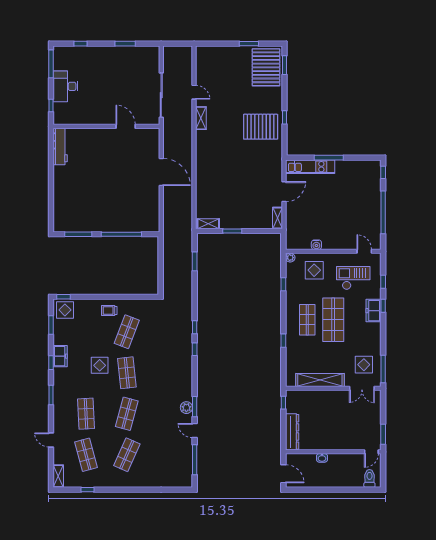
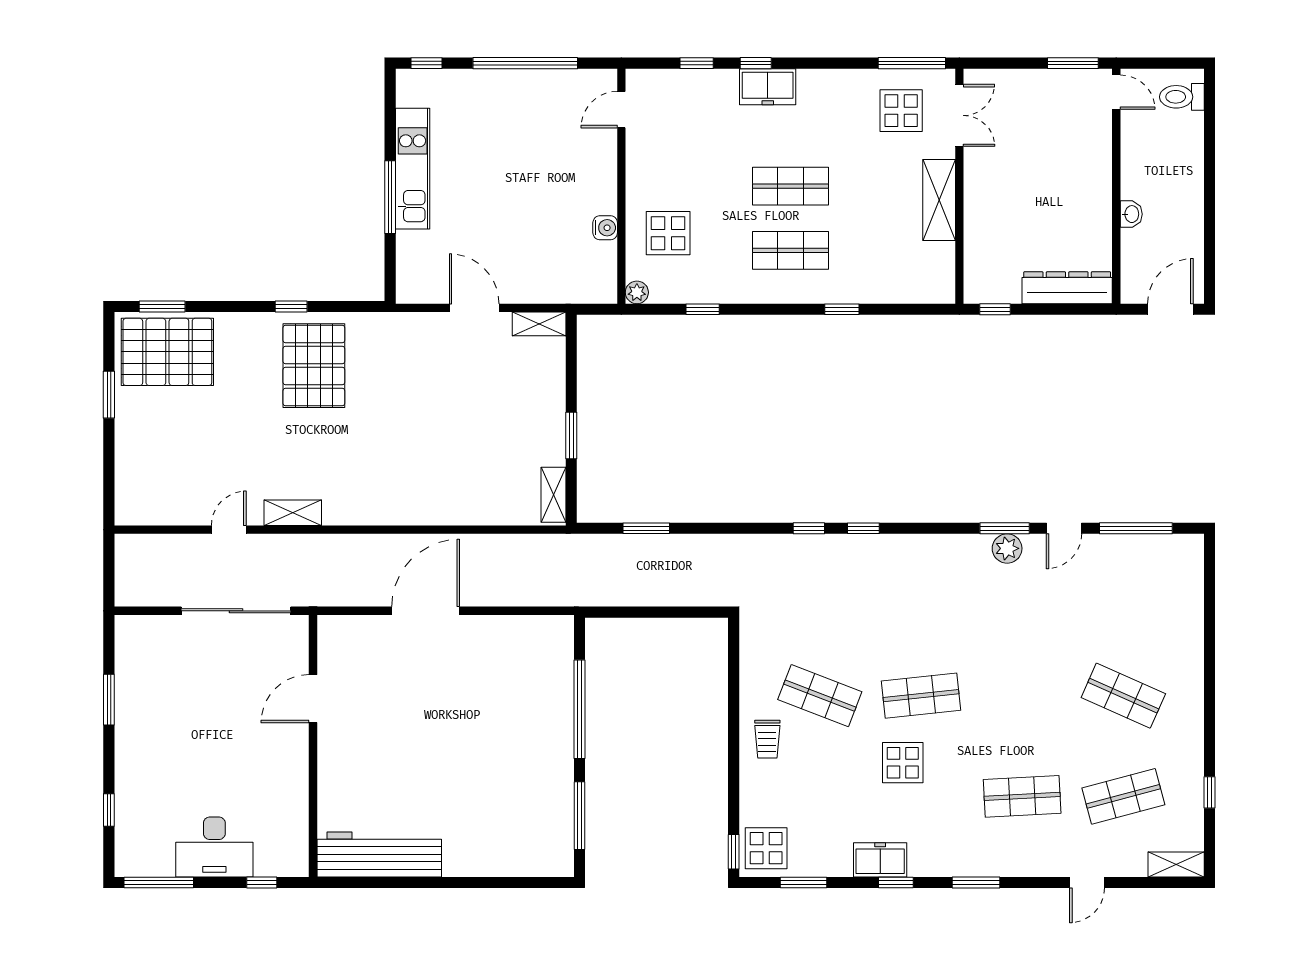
workbench: (60, 146) -> (379, 855), width x1.36, depth x1.32
kitchen unit: (310, 167) -> (413, 169), moved
checkout: (353, 278) -> (687, 137), removed
shop shelf: (333, 320) -> (790, 186), width x0.70, depth x0.74
shelving: (320, 380) -> (939, 200), width x0.68
shop shelf: (127, 414) -> (1022, 696), removed

